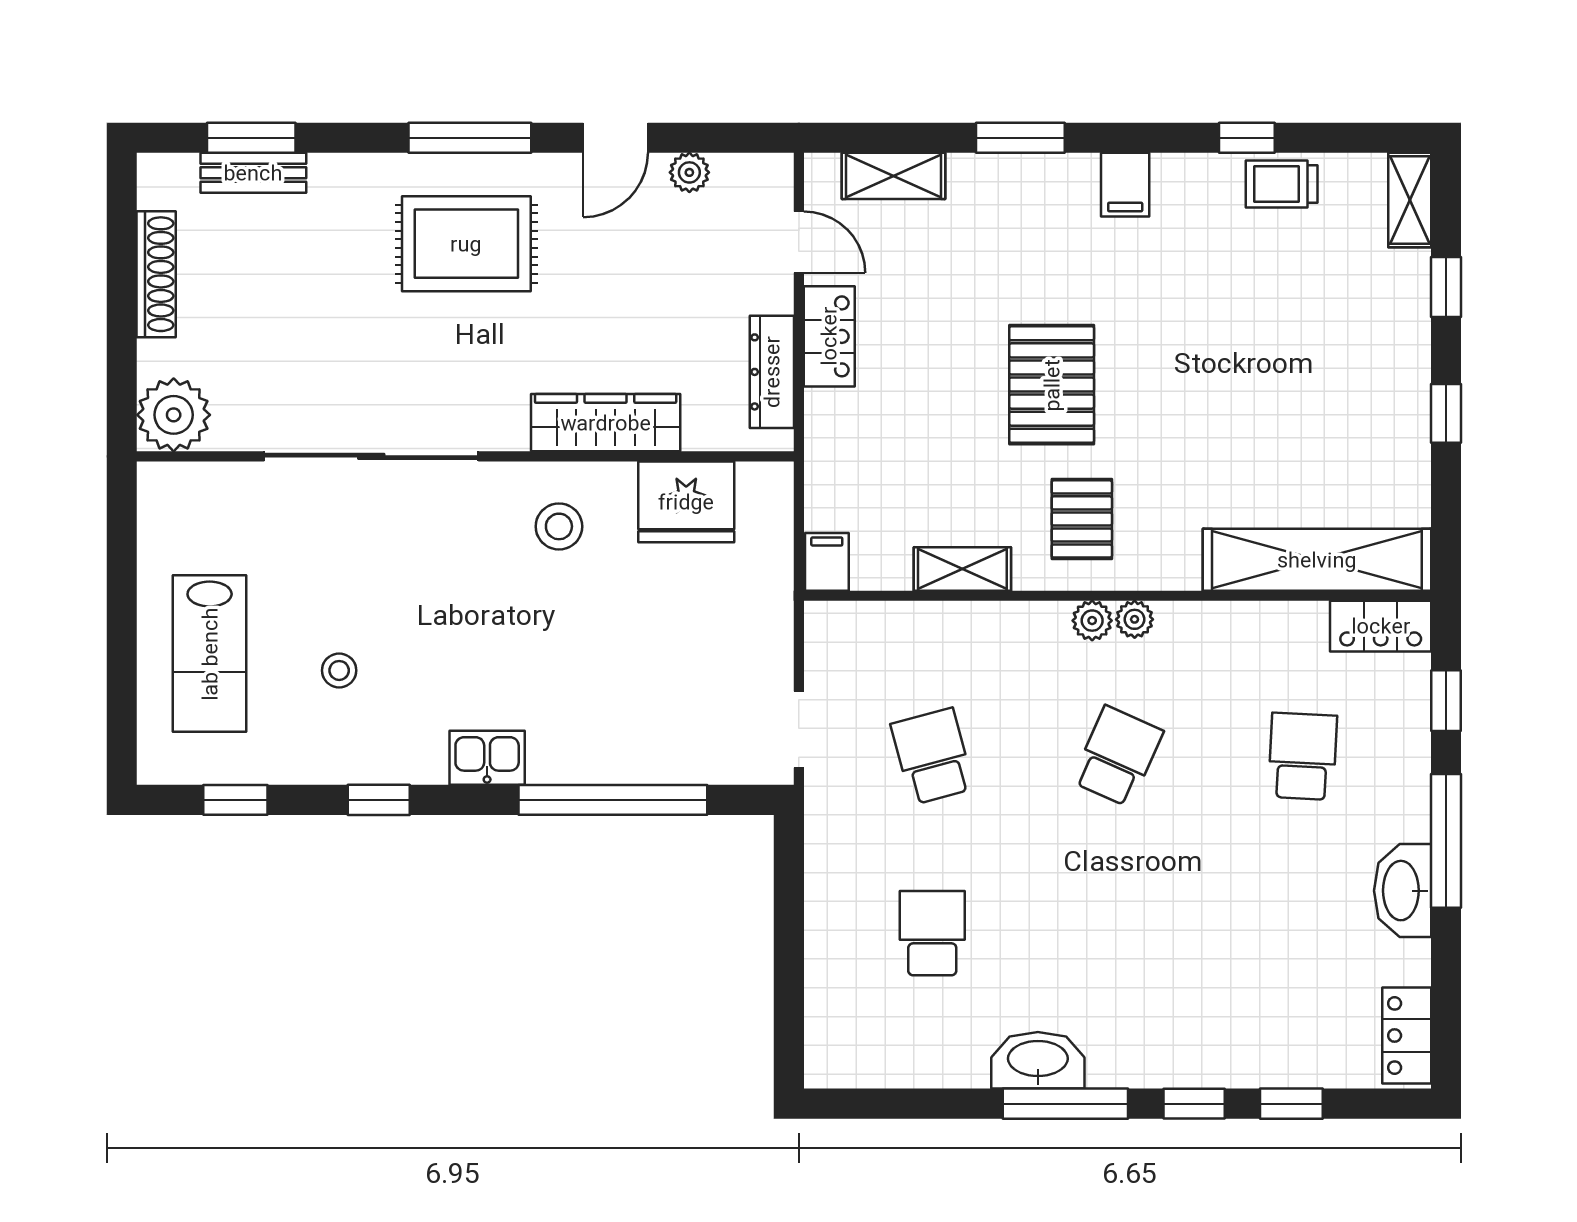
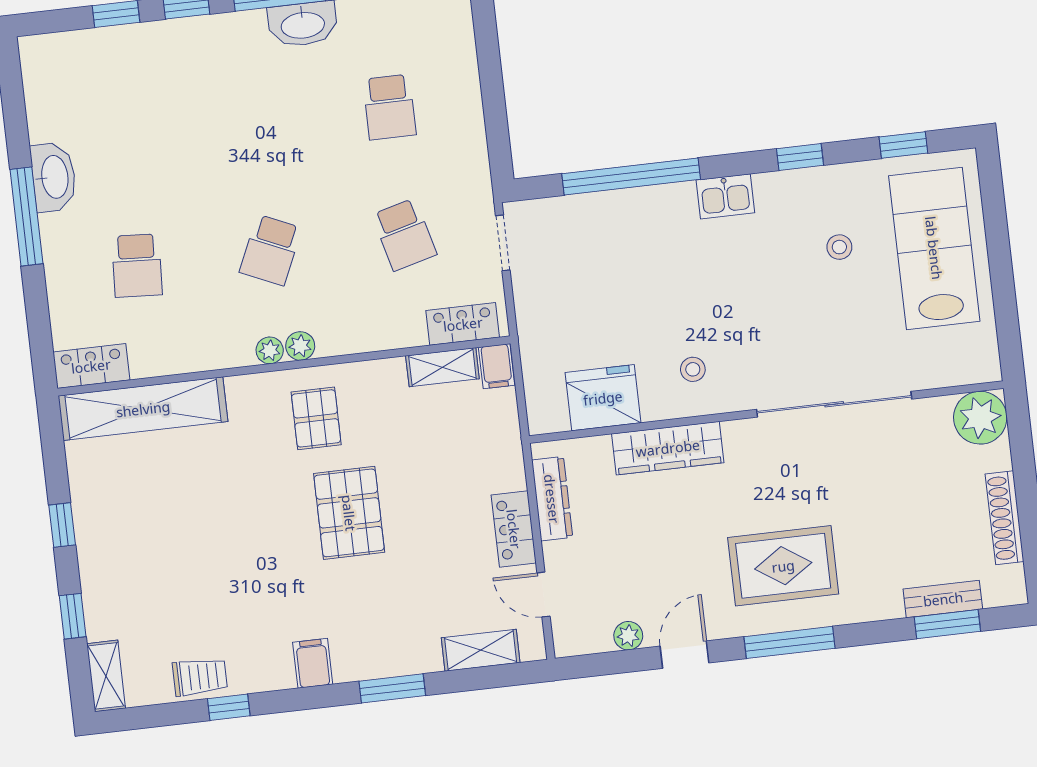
stool: (559, 526) -> (693, 369), width x0.73, depth x0.73
shelving: (962, 569) -> (442, 367), moved
lab bench: (210, 654) -> (934, 248), width x1.36, depth x1.39
window: (1446, 701) -> (38, 318), removed
locker: (1407, 1035) -> (463, 324), moved, turned -90

